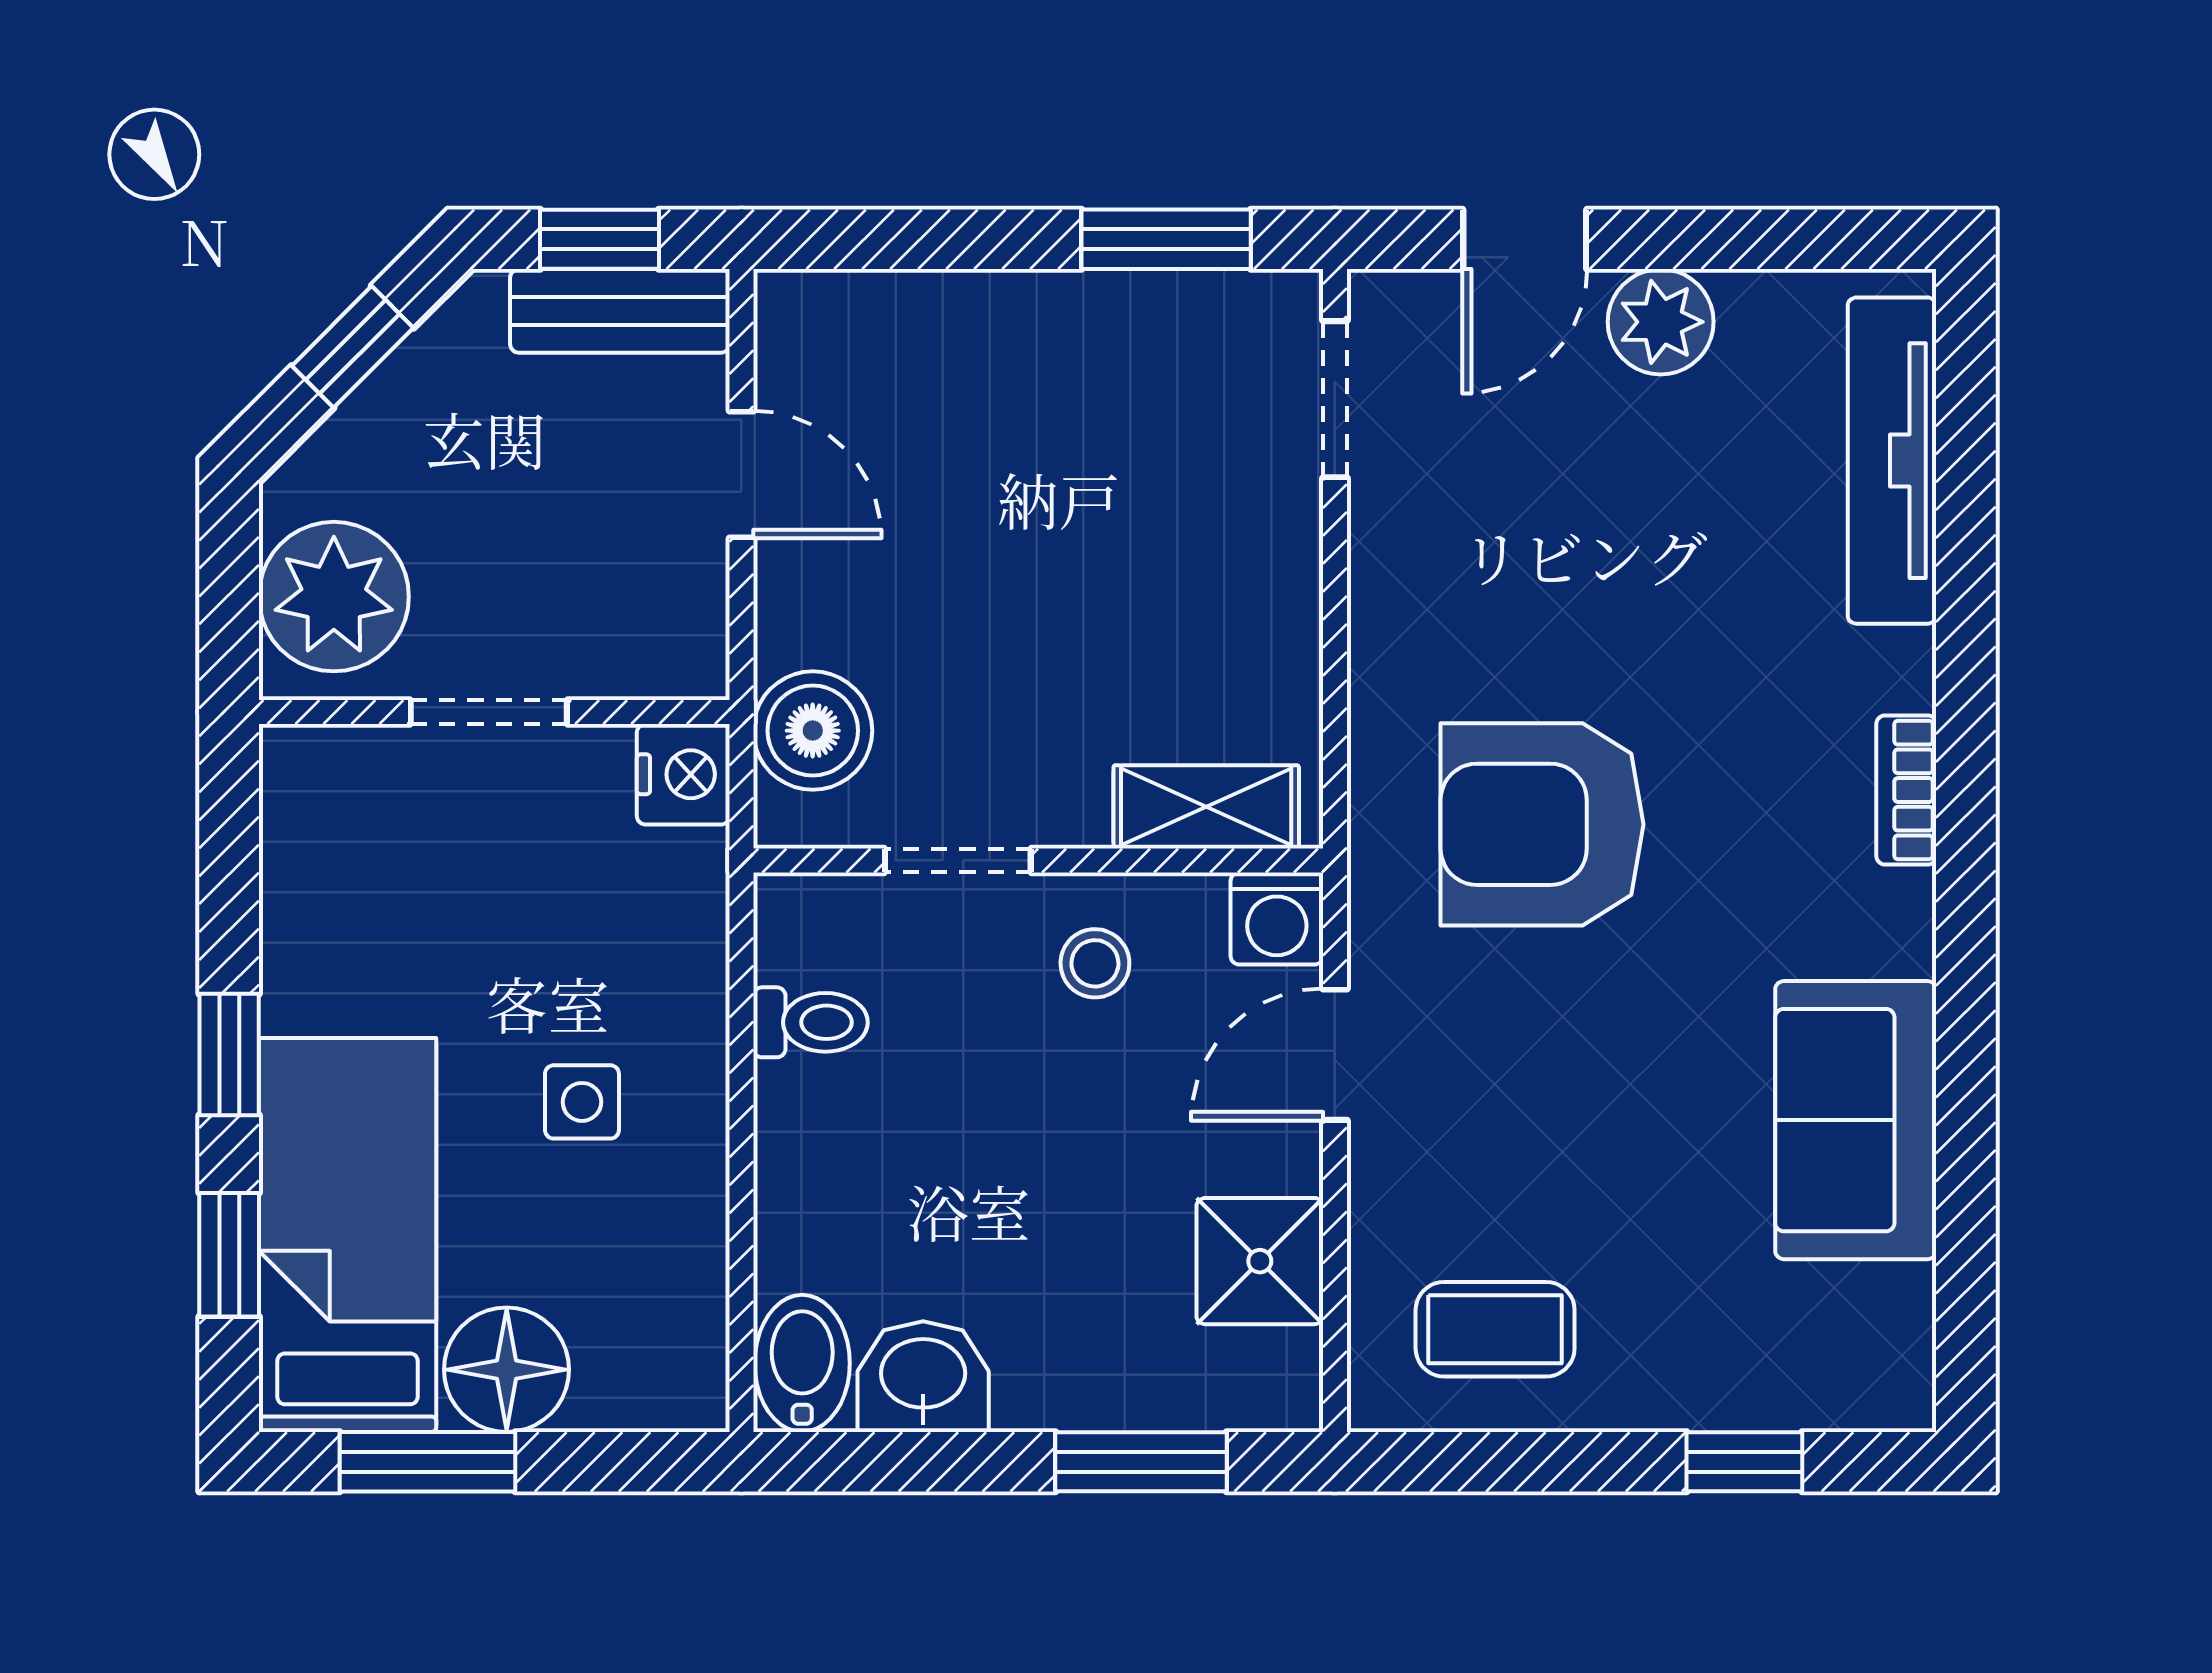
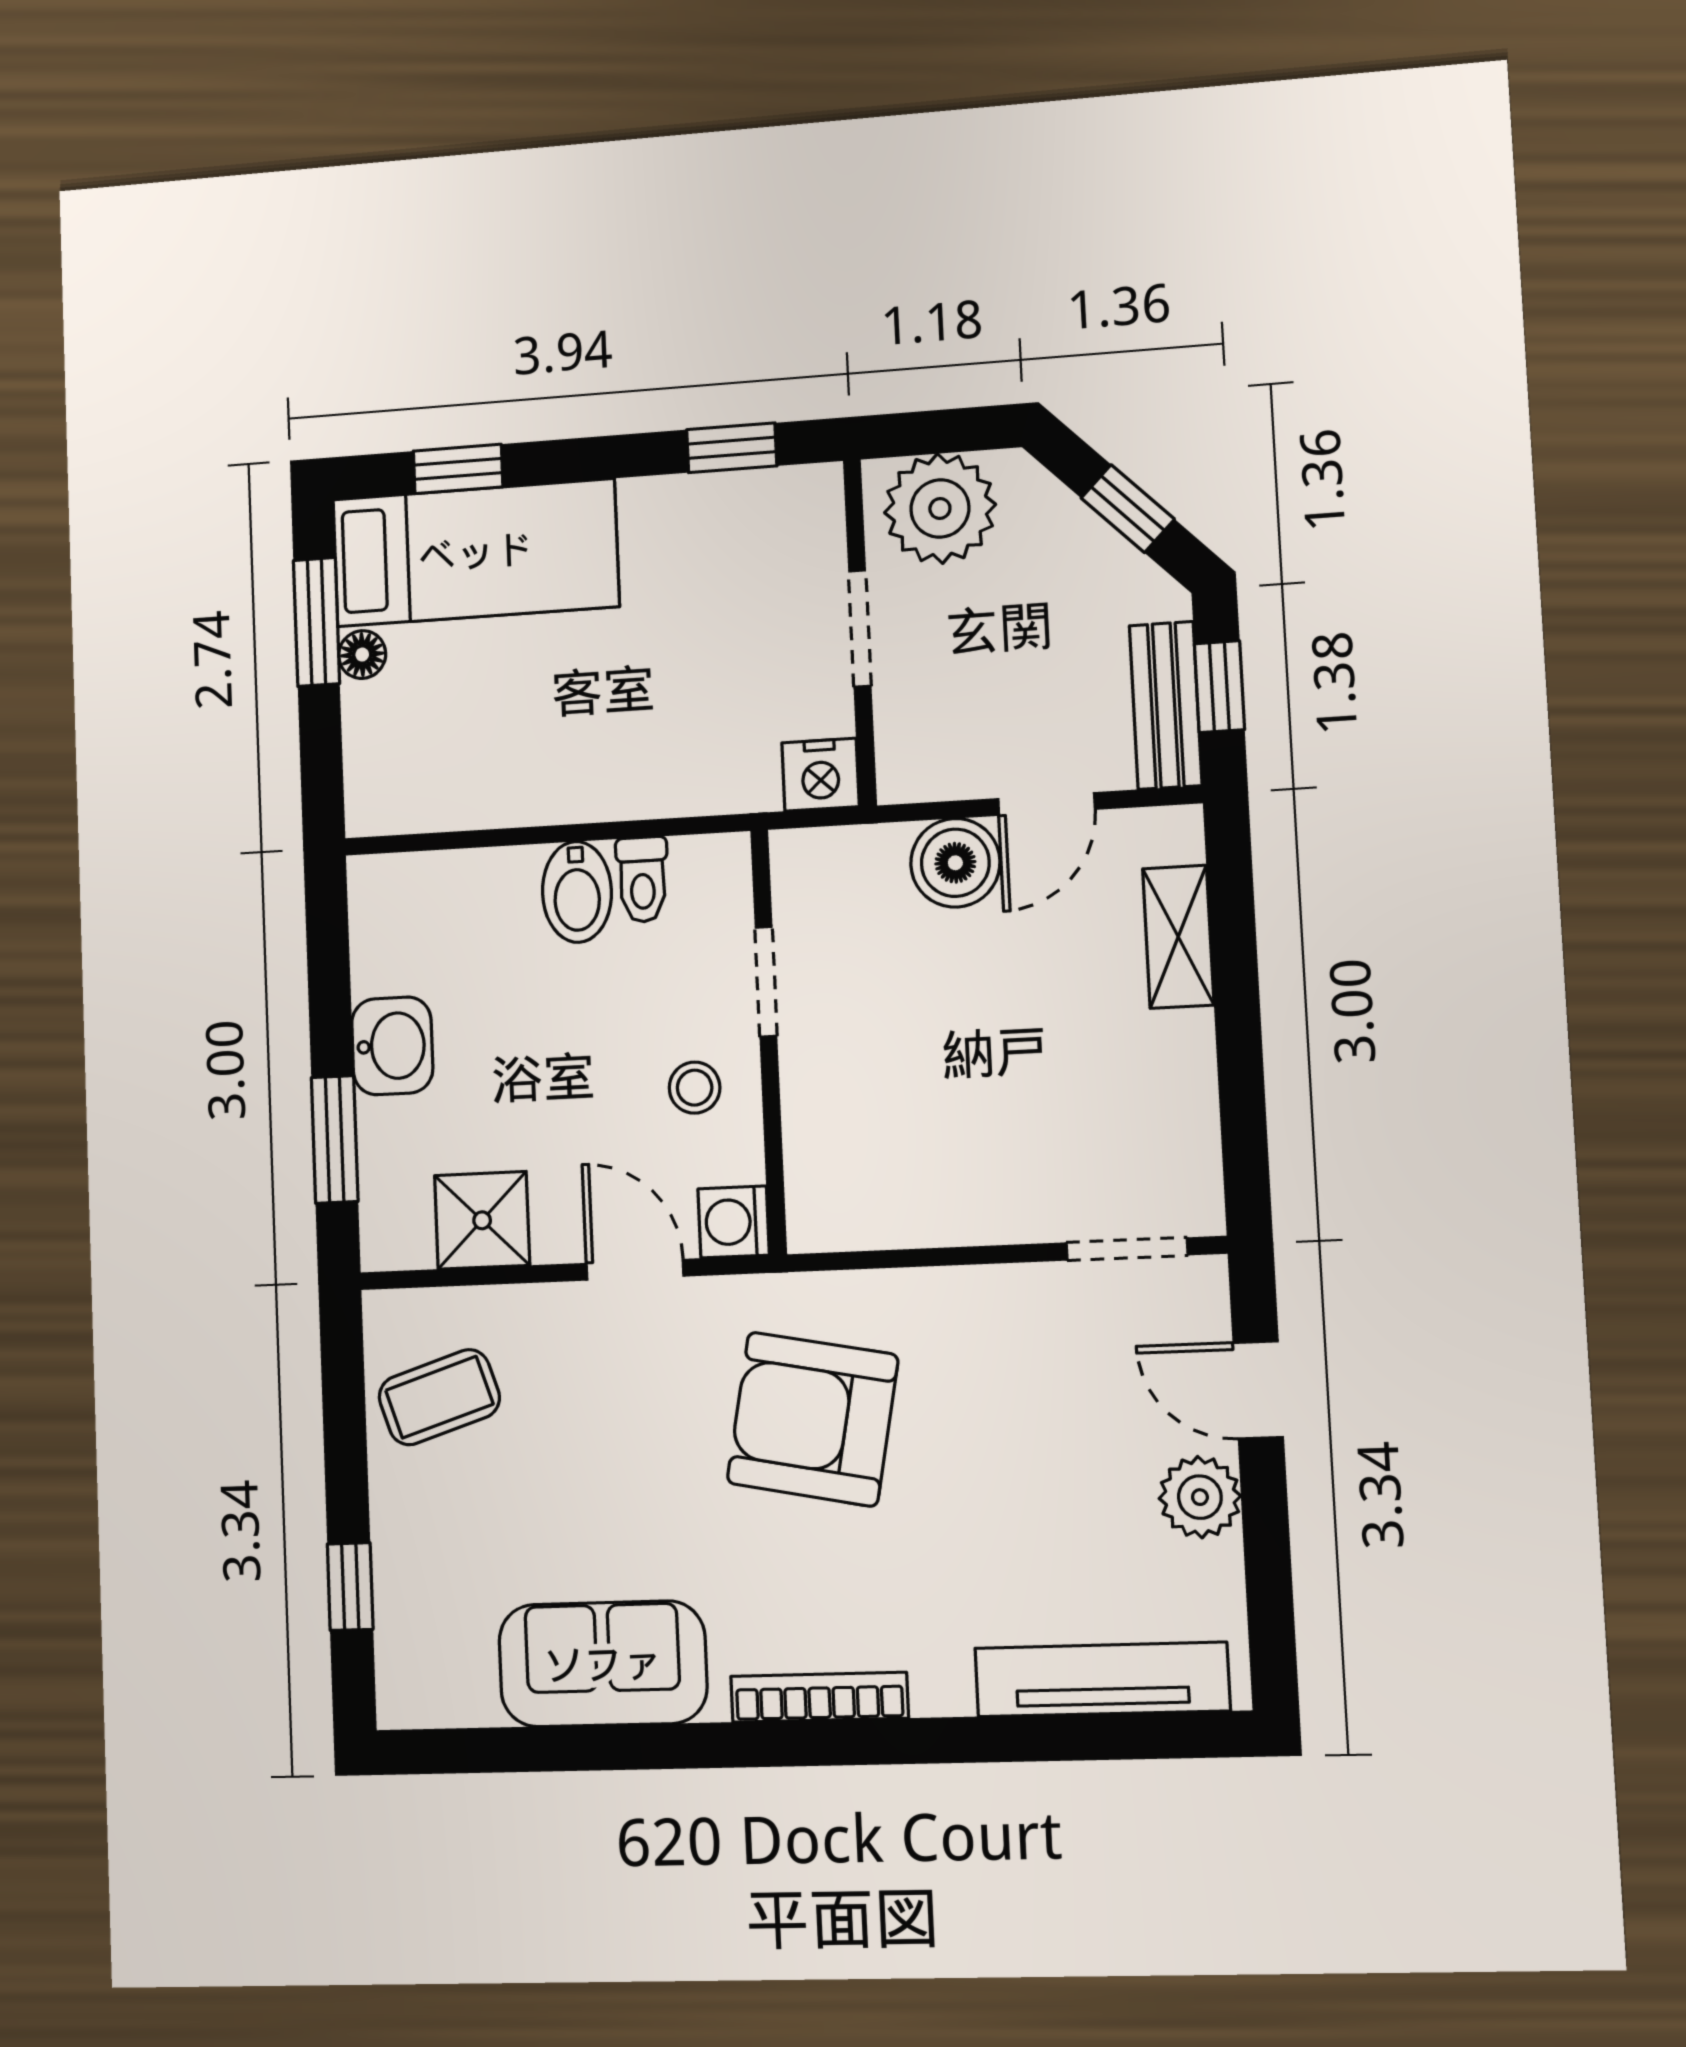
window: (1166, 239) -> (1243, 1115), removed
boiler: (813, 731) -> (955, 863), moved
bookcase: (1906, 790) -> (819, 1697), width x1.56
shelving: (1206, 807) -> (1178, 937), moved
armchair: (1542, 824) -> (813, 1419), turned -79
window: (229, 1055) -> (732, 448), moved
side table: (582, 1102) -> (578, 716), removed
coffee table: (1495, 1329) -> (439, 1397), turned 72
bidet: (802, 1363) -> (577, 892), moved, turned 90
floor lamp: (507, 1370) -> (362, 655), width x0.53, depth x0.53
washbasin: (923, 1377) -> (392, 1046), moved

